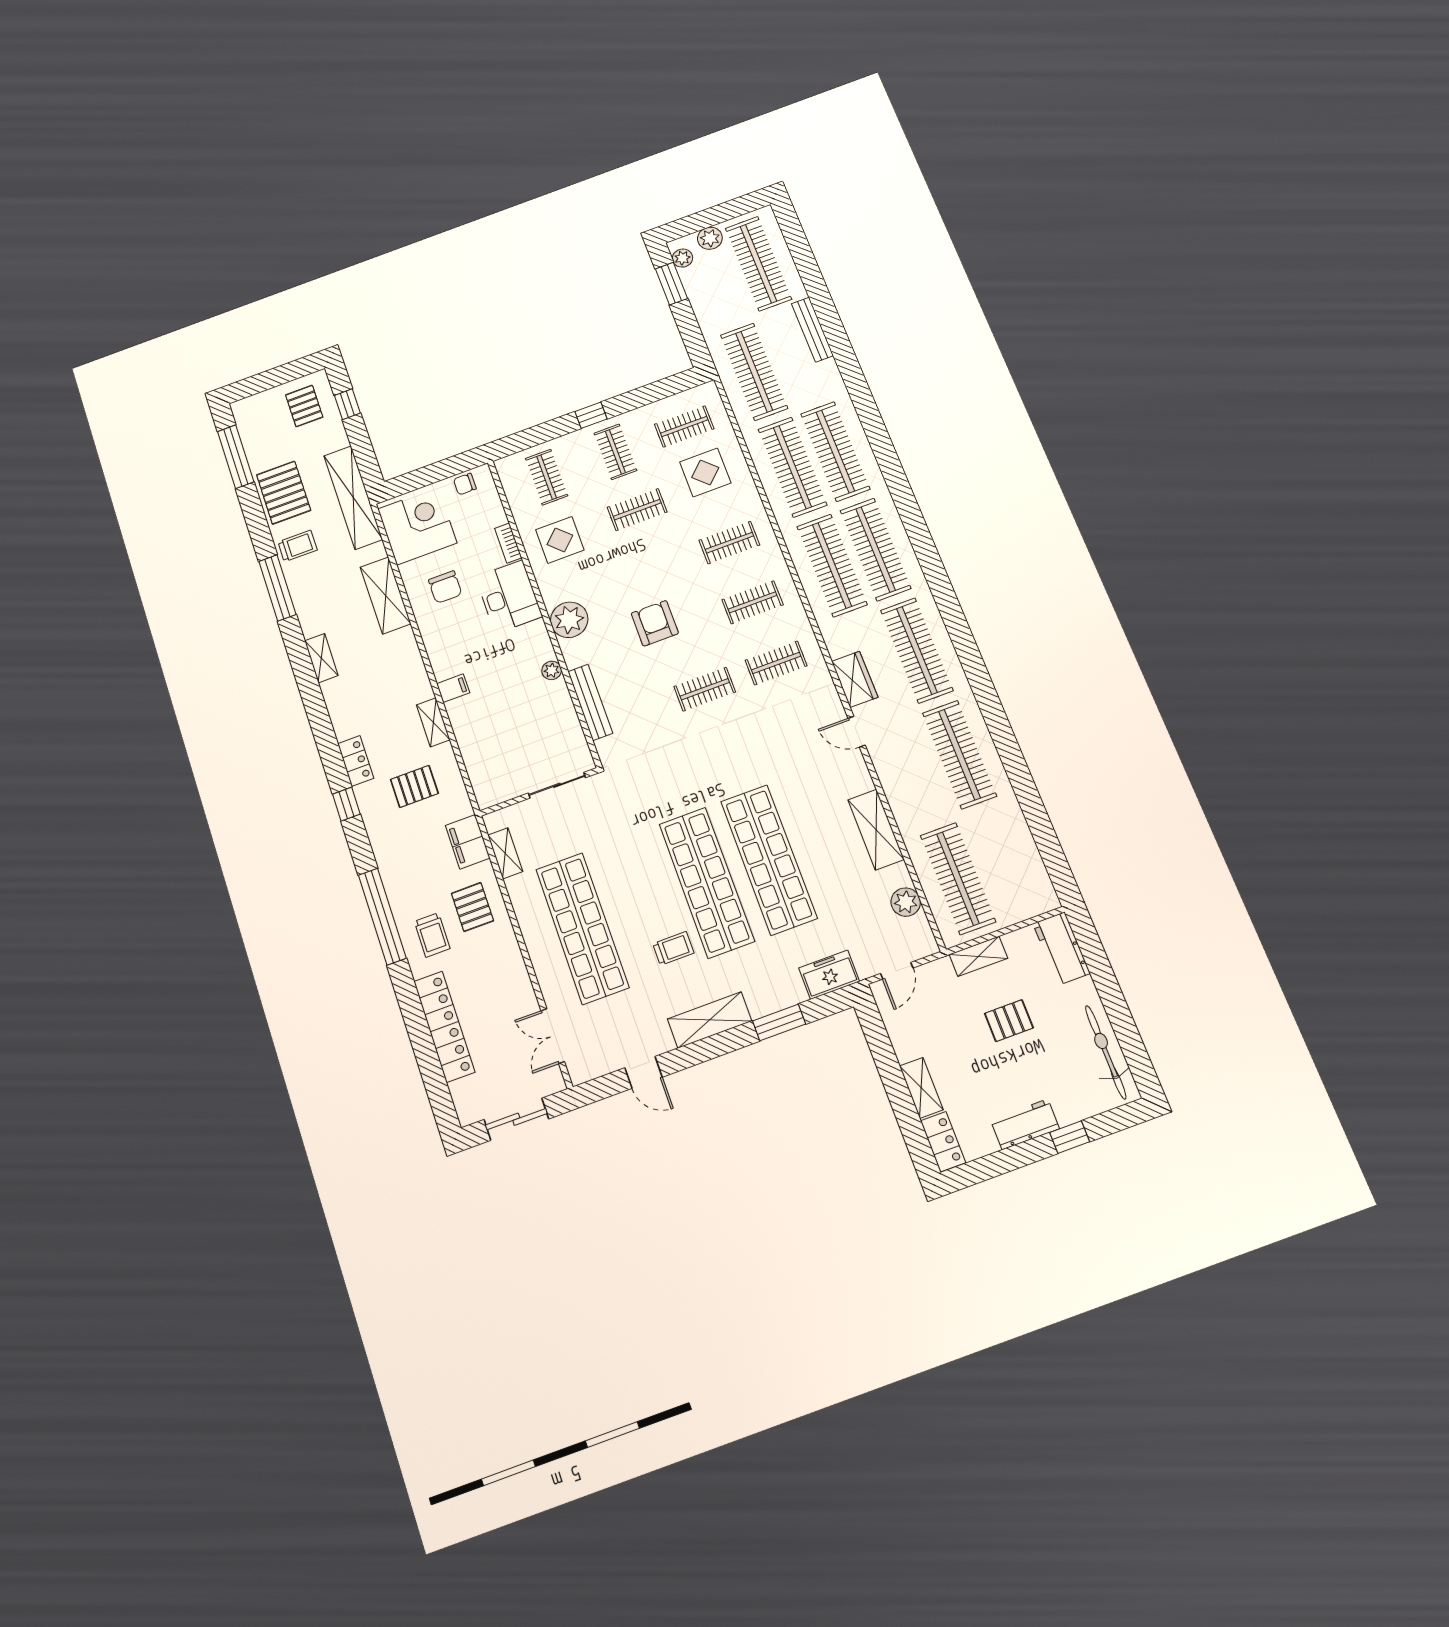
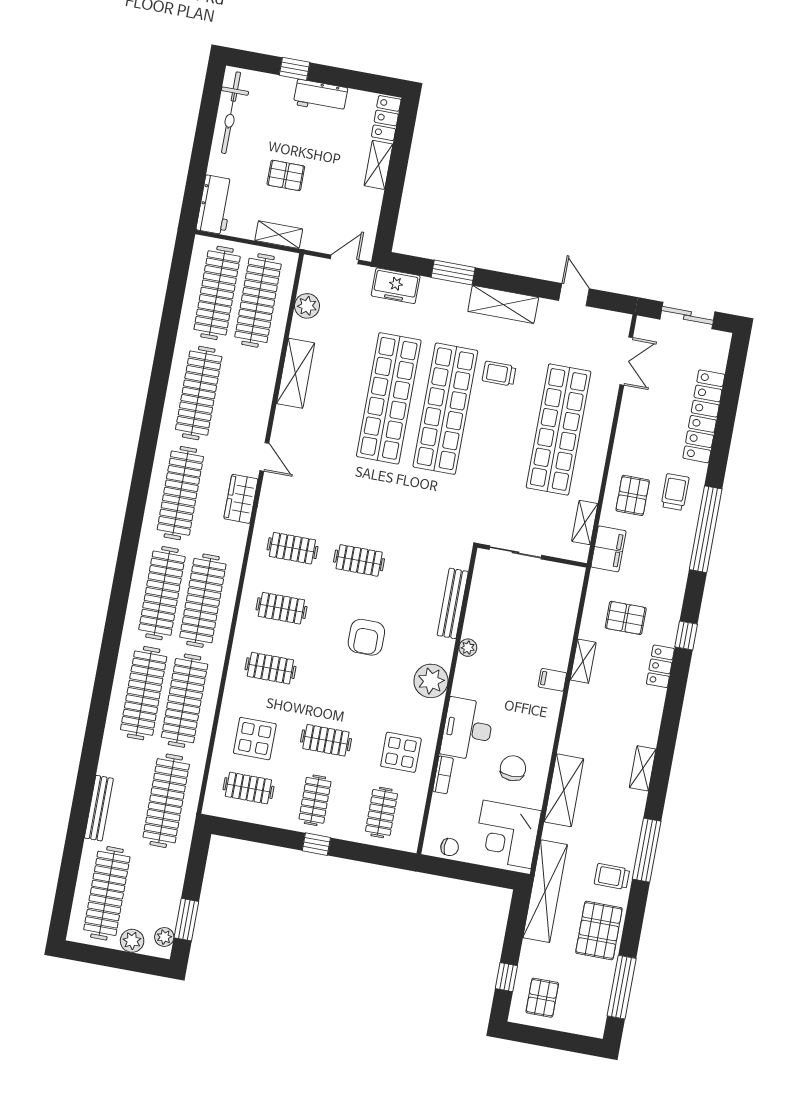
clothes rail: (1003, 862) -> (217, 293), added

